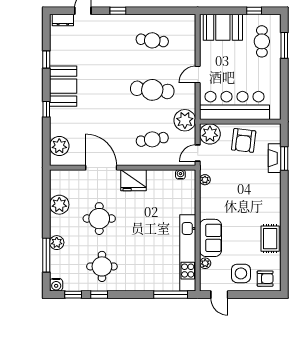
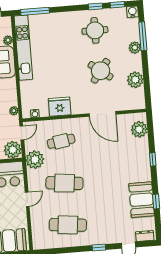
cafe table: (152, 40) -> (68, 225), width x1.37, depth x1.35
booth: (63, 86) -> (142, 200), moved
fridge: (134, 180) -> (60, 107), moved
round table: (99, 219) -> (101, 71), turned 37

